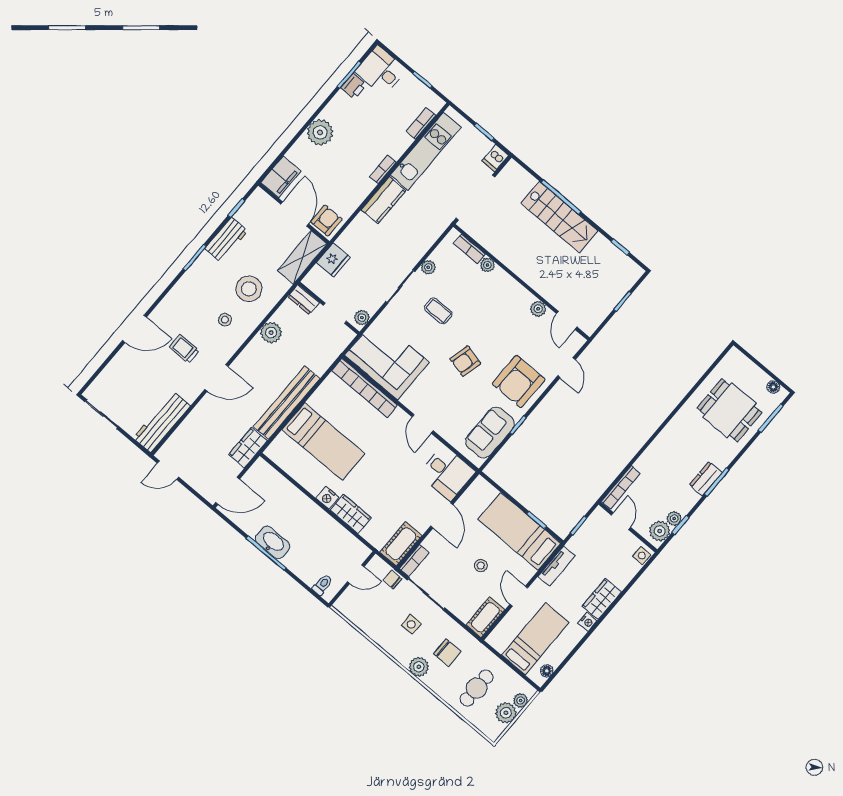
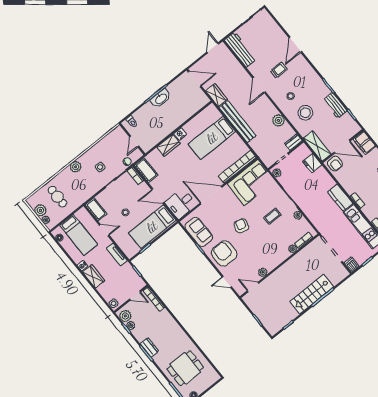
door: (423, 424) -> (211, 195), width x1.87
door: (228, 491) -> (195, 79), swing flipped
bed: (519, 531) -> (152, 227), moved, turned 180
chair: (447, 653) -> (80, 184), removed

